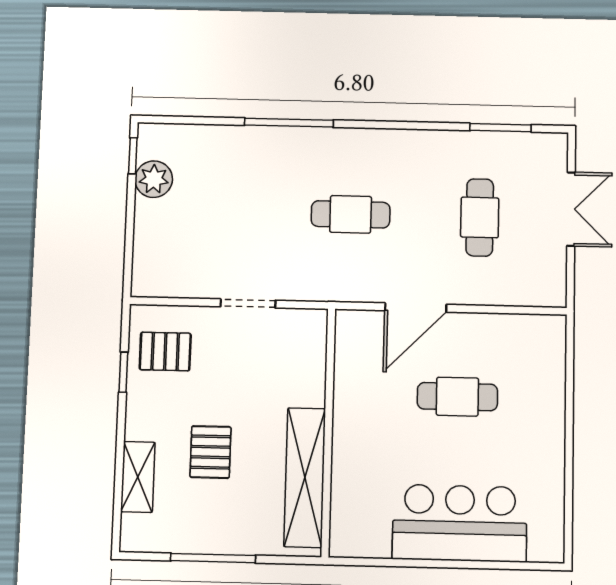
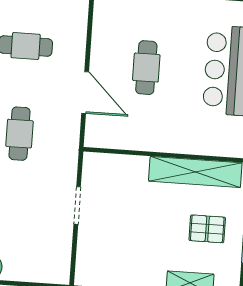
pallet: (165, 351) -> (107, 262), removed
pallet: (210, 452) -> (207, 229), moved

